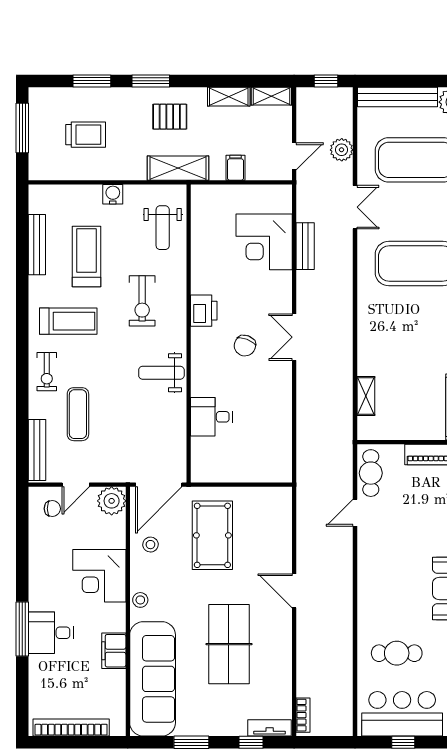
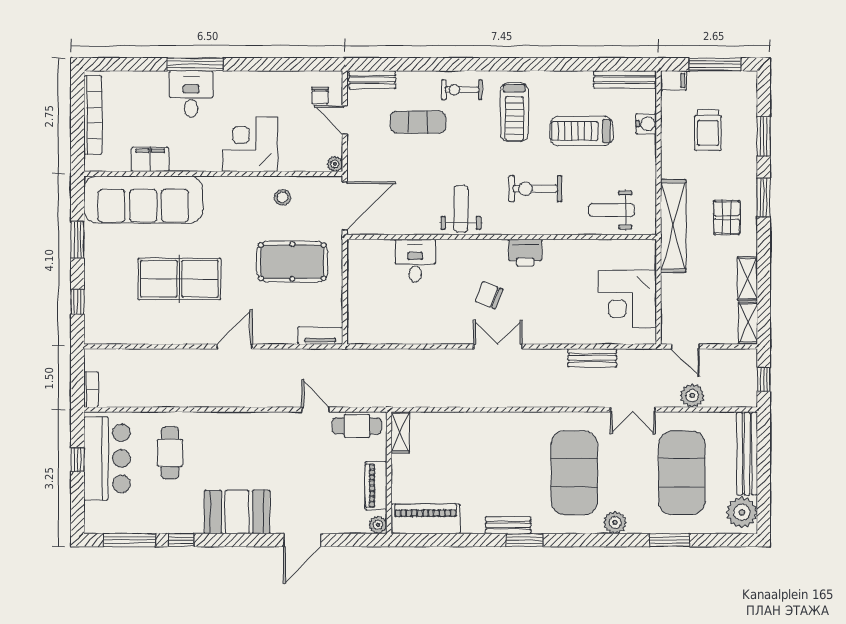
shelving: (178, 168) -> (673, 226), width x1.47
filing cabinet: (235, 168) -> (674, 80), moved
water cooler: (113, 194) -> (646, 124), moved
corner desk: (264, 242) -> (627, 299), moved, turned -90
bench: (37, 245) -> (625, 79), moved
treadmill: (87, 257) -> (581, 131), turned 180
shelving: (366, 396) -> (400, 432), moved, turned 90
bench: (37, 450) -> (372, 80), width x0.73
door: (159, 485) -> (345, 206), swing flipped
plant: (112, 501) -> (335, 164), width x0.53, depth x0.53
stool: (140, 600) -> (225, 187), removed
filing cabinet: (114, 651) -> (150, 159), moved
bookcase: (303, 715) -> (91, 390), moved, turned -90
tv unit: (270, 728) -> (320, 336), moved, turned -90

